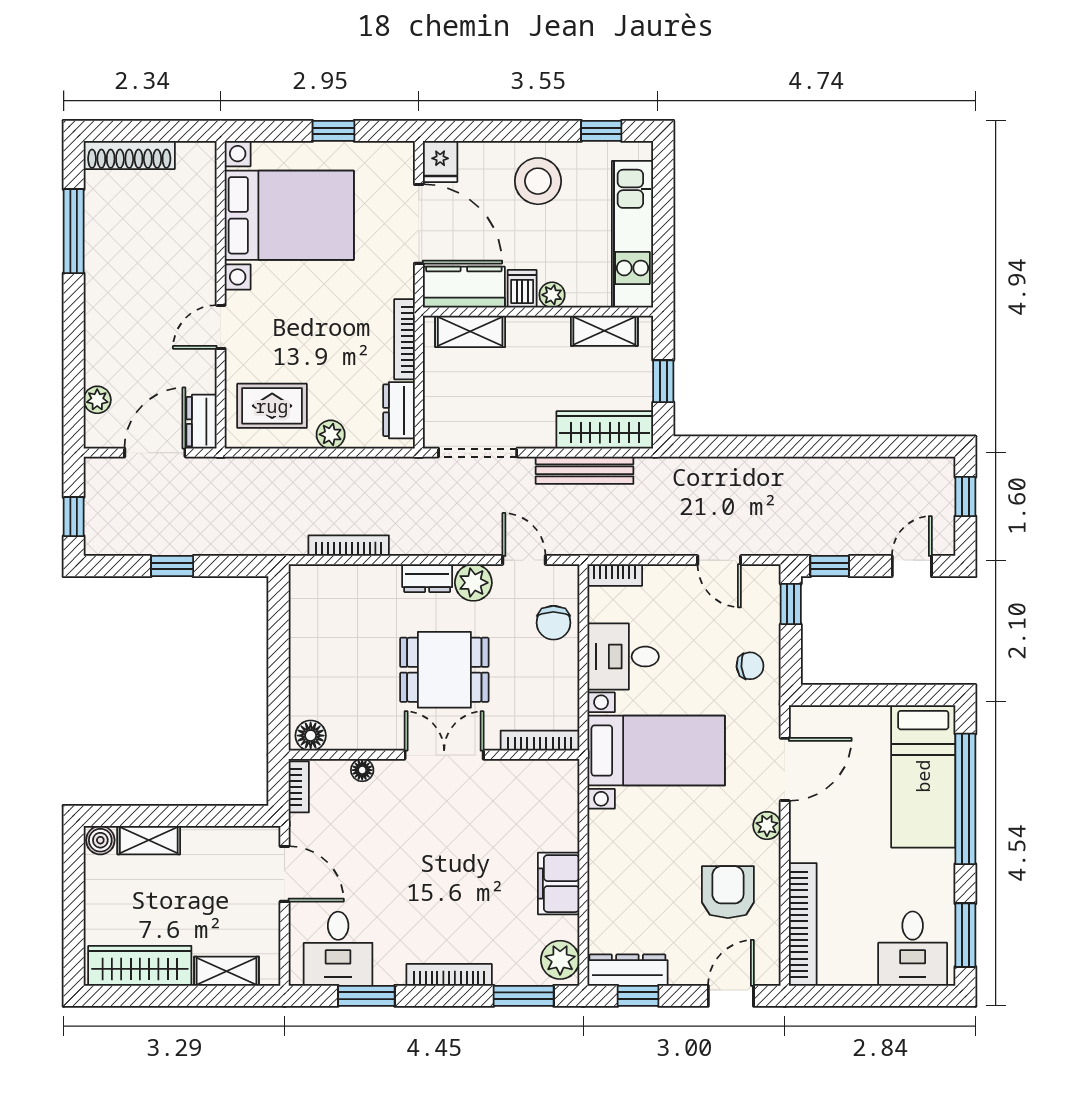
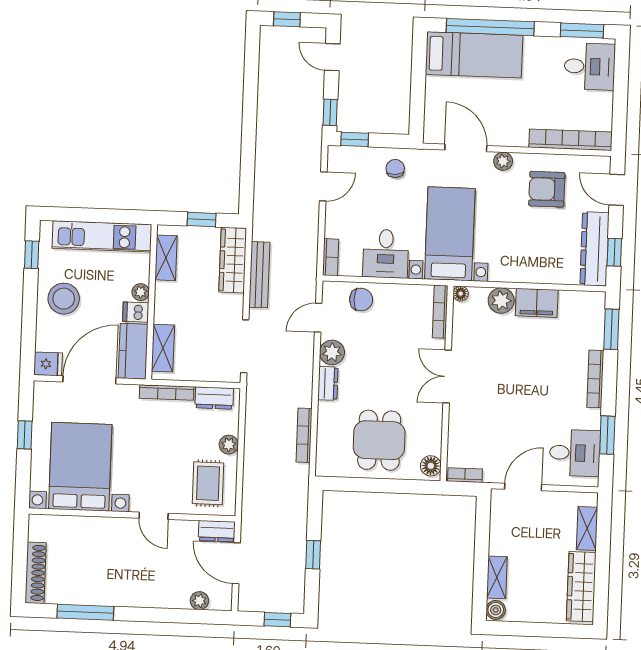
dining table: (444, 670) -> (379, 440), moved
floor lamp: (362, 770) -> (461, 294), moved
plant: (560, 960) -> (501, 300), moved
dresser: (627, 970) -> (594, 249), width x1.37, depth x1.24

